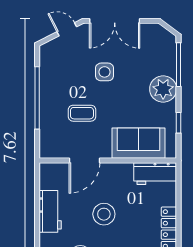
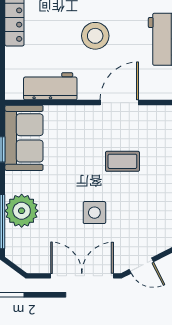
plant: (163, 89) -> (22, 211), moved
sofa: (138, 143) -> (24, 138), moved, turned -90
workbench: (155, 174) -> (50, 86), moved

